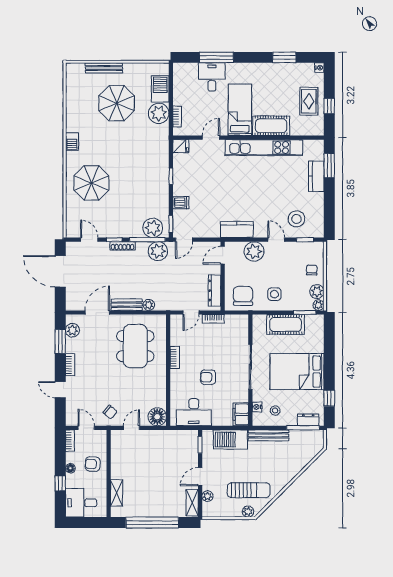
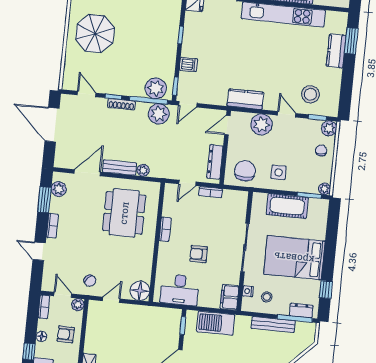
plant: (317, 292) -> (329, 128), moved
plant: (101, 435) -> (78, 305), added
bench: (269, 435) -> (273, 325), moved

